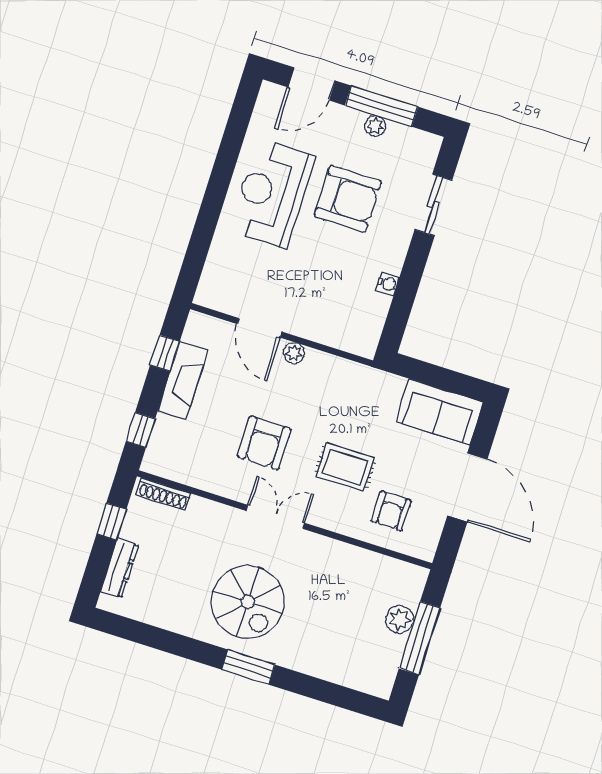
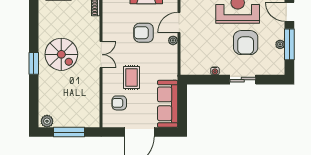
sliding door: (433, 205) -> (243, 80), moved
sofa: (439, 412) -> (168, 104), width x1.36
armchair: (264, 443) -> (144, 33), moved
spiral stairs: (248, 602) -> (61, 54), turned -90
plant: (400, 619) -> (47, 121), moved

